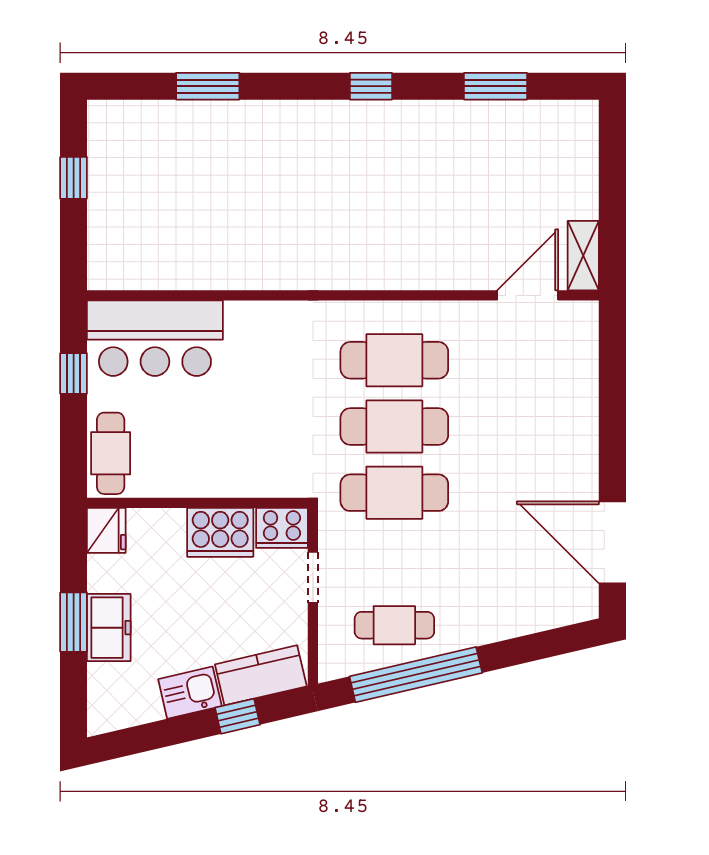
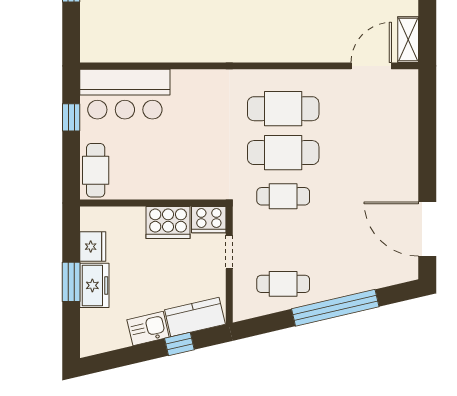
cafe table: (394, 493) -> (283, 196), width x0.73, depth x0.74
fridge: (106, 530) -> (93, 247), moved
window: (416, 675) -> (335, 308), moved

